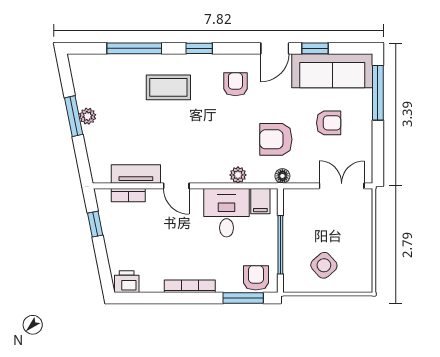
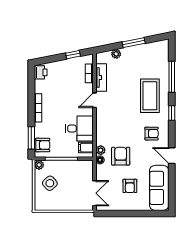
window: (315, 48) -> (172, 178), removed
coffee table: (168, 87) -> (150, 96), width x1.36, depth x1.32
window: (378, 93) -> (147, 214), removed
plant: (88, 116) -> (116, 54), moved
plant: (238, 175) -> (101, 150), moved
plant: (291, 284) -> (39, 165), added

